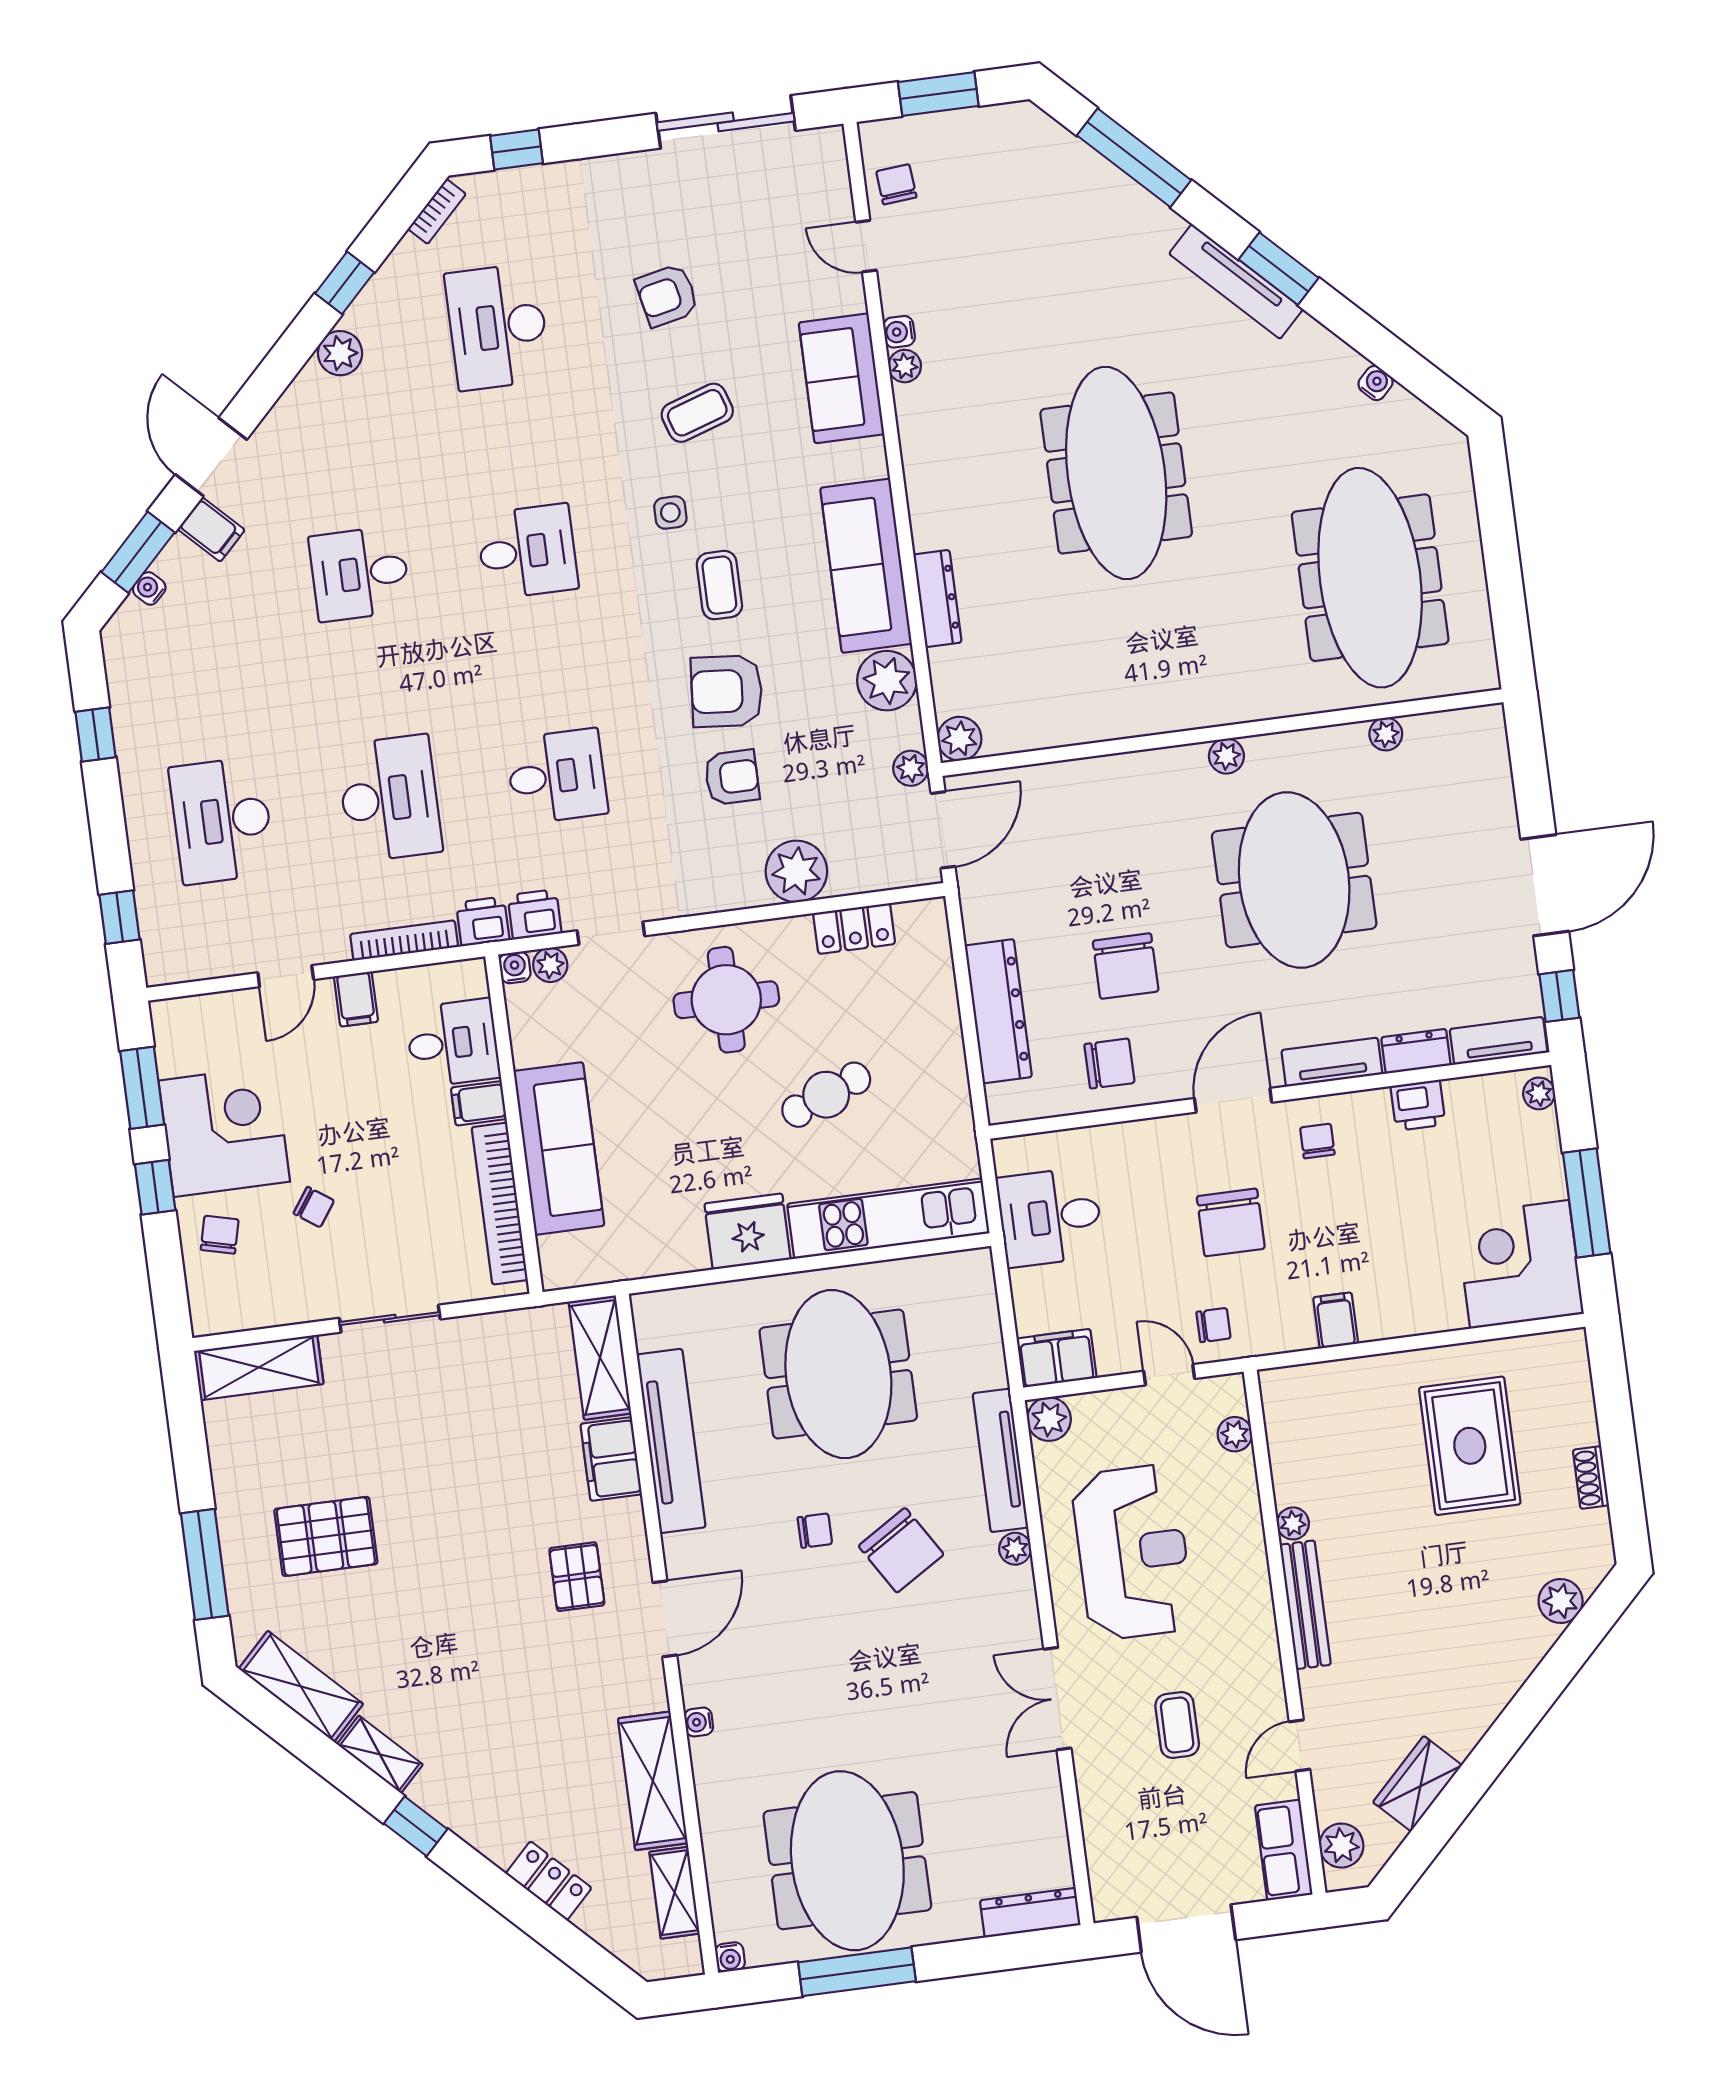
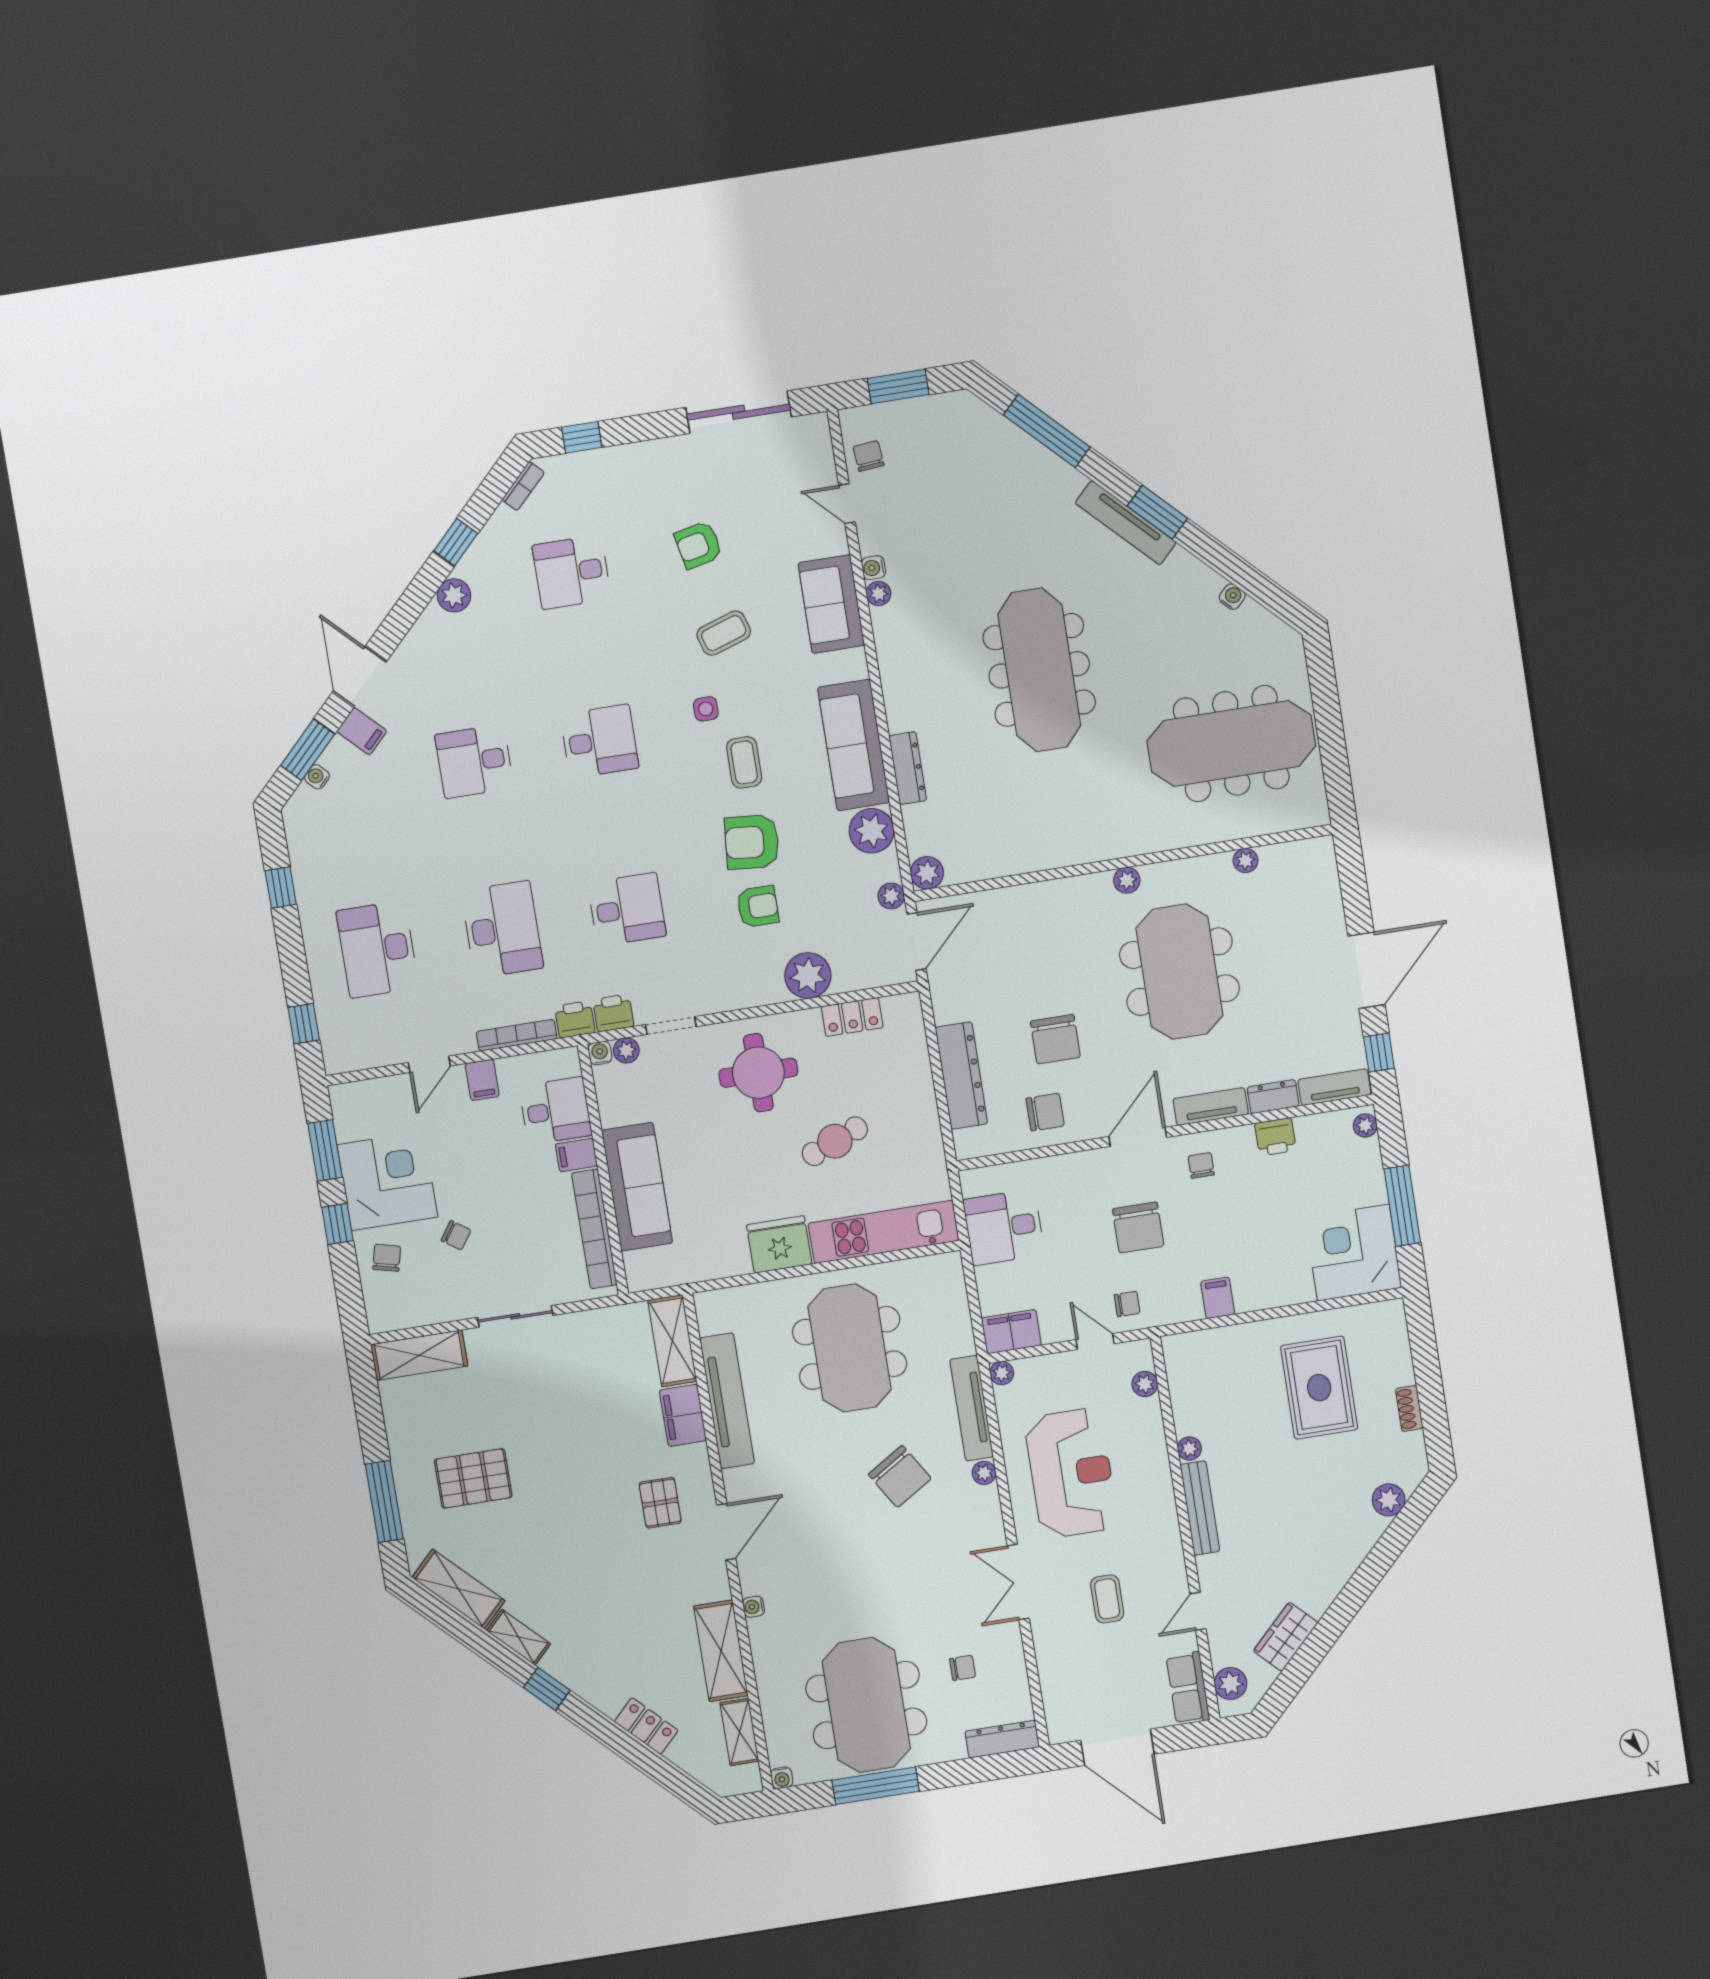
desk: (498, 327) -> (572, 572), width x0.73
meeting table: (1370, 578) -> (1231, 743), turned 90
plant: (1049, 1419) -> (1002, 1373), width x0.73, depth x0.73
chair: (815, 1531) -> (963, 1668), moved

